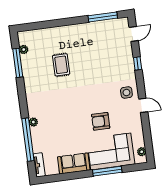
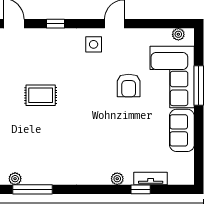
rug: (61, 65) -> (41, 95), moved
window: (28, 140) -> (141, 189), width x0.32
tv unit: (39, 165) -> (151, 179), moved

